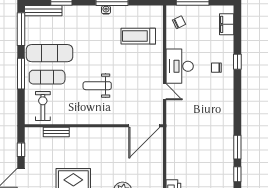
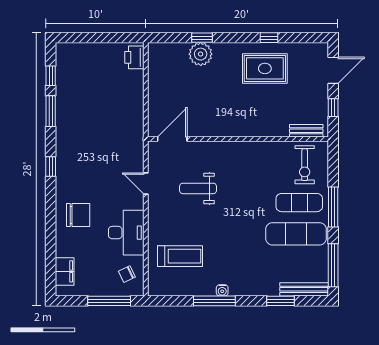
window: (237, 62) -> (51, 166), moved
desk: (180, 66) -> (126, 233), moved
chair: (216, 68) -> (78, 215), width x1.87, depth x1.87
weight bench: (97, 86) -> (198, 188), moved, turned 180
door: (144, 126) -> (172, 139), width x0.73
bench: (56, 132) -> (306, 131), moved

